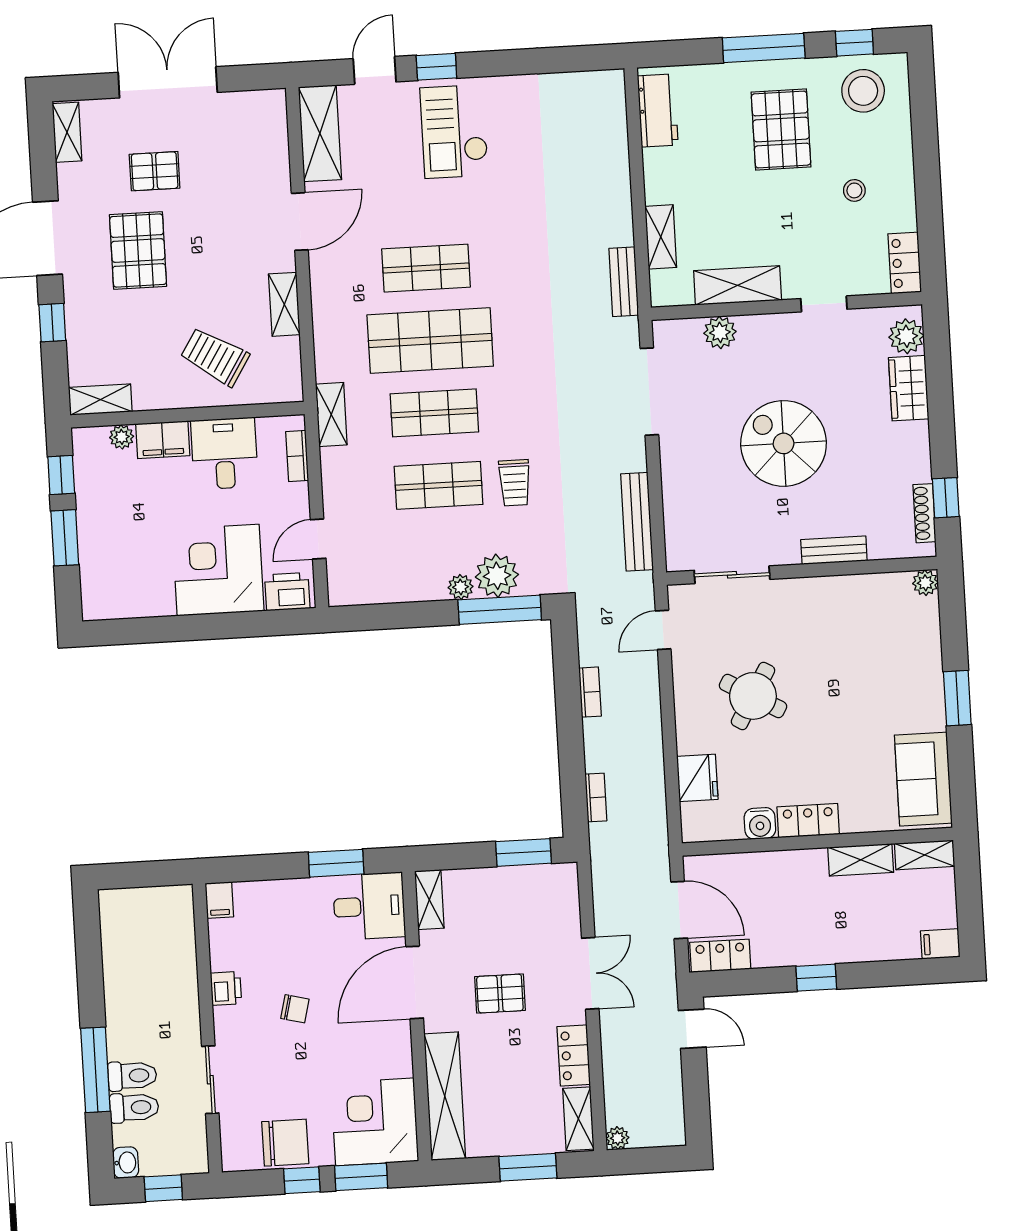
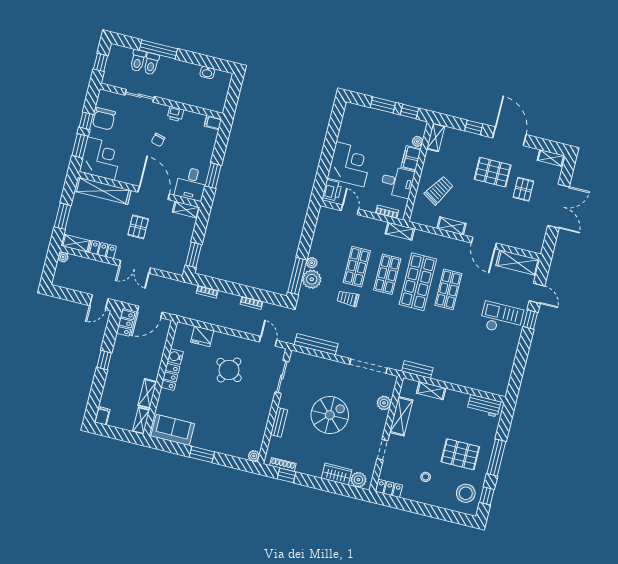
washbasin: (126, 1163) -> (207, 73), moved

